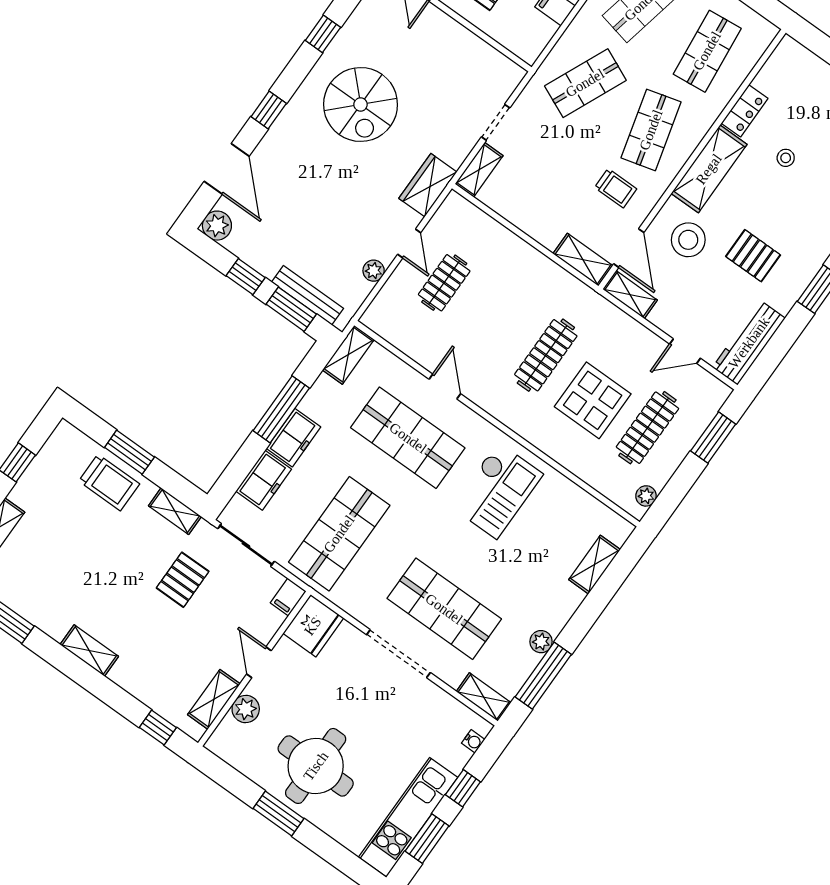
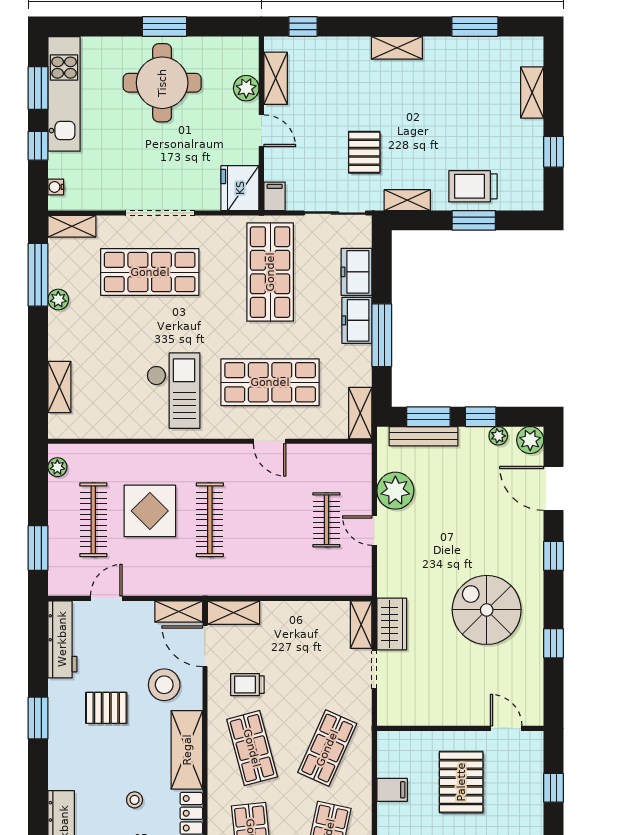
wardrobe: (428, 185) -> (392, 624), moved
plant: (242, 249) -> (498, 436), added
plant: (374, 271) -> (395, 491), width x1.88, depth x1.88
checkout: (497, 491) -> (173, 391), turned 180

